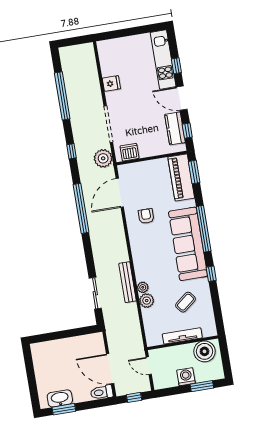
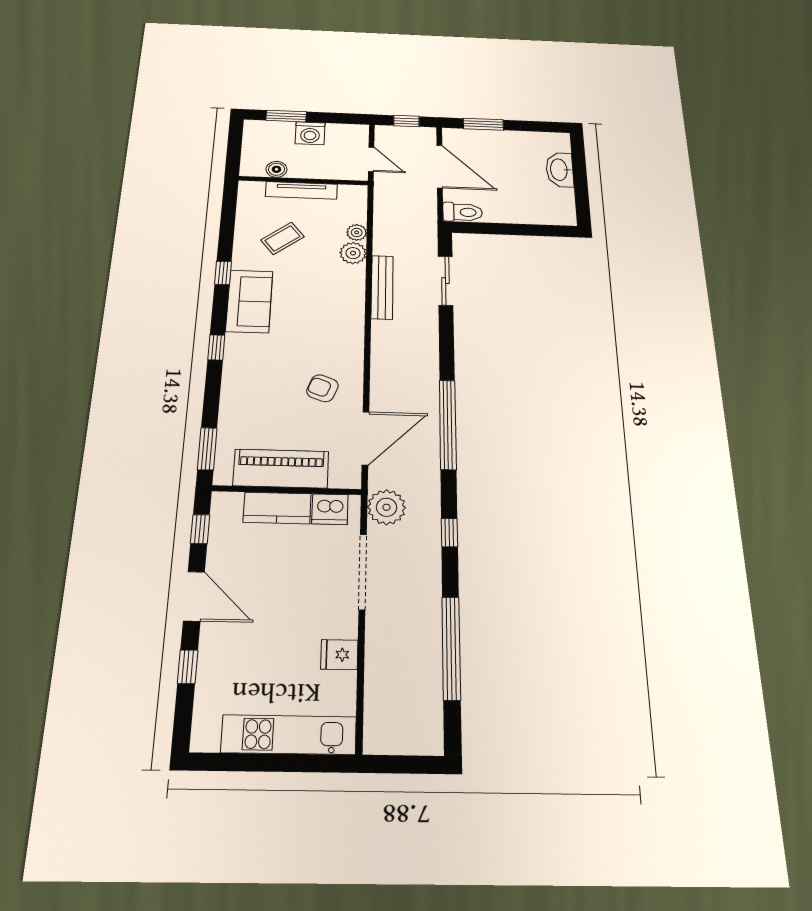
kitchen unit: (163, 60) -> (289, 735), moved, turned -90
kitchen counter: (175, 128) -> (277, 508), moved, turned 90
piano: (181, 177) -> (281, 469), moved, turned -90
armchair: (146, 216) -> (322, 388), turned 111
window: (204, 229) -> (216, 347), width x0.32
sofa: (188, 244) -> (249, 301), width x0.54, depth x0.79
plant: (143, 287) -> (357, 232), moved
boiler: (204, 351) -> (276, 169), width x0.54, depth x0.54
toilet: (102, 392) -> (463, 212), moved
washbasin: (60, 398) -> (560, 170), moved, turned 90
window: (64, 409) -> (483, 124), moved

